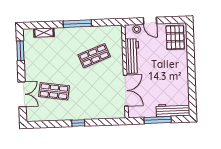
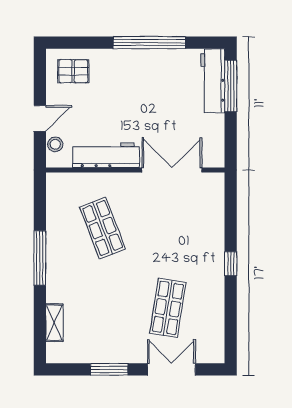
pallet: (175, 37) -> (73, 71), width x0.67, depth x0.71
window: (20, 51) -> (109, 369), moved
window: (191, 76) -> (149, 43), added
window: (158, 120) -> (231, 86), moved

